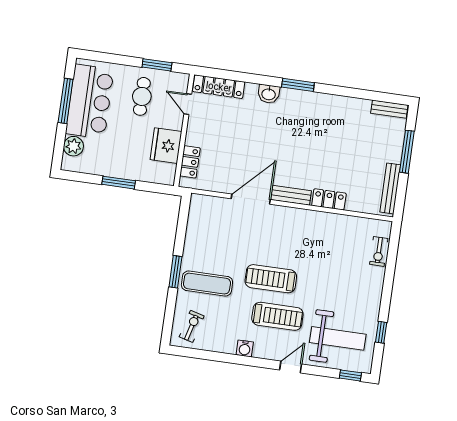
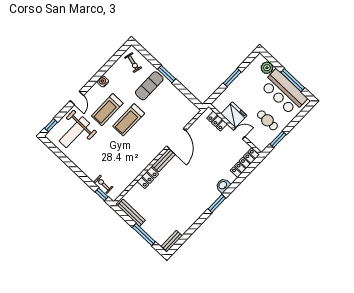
door: (188, 104) -> (239, 133), moved
treadmill: (271, 279) -> (129, 120), turned 180
window: (381, 332) -> (102, 194), moved

